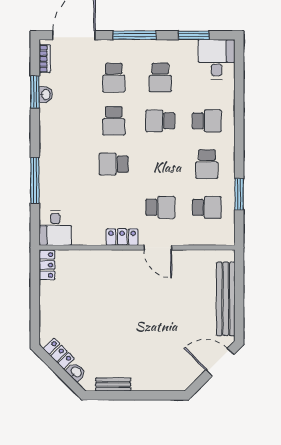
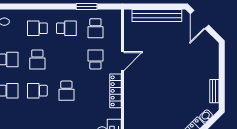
school desk: (114, 121) -> (37, 91), turned 180
school desk: (207, 121) -> (37, 28), turned -90
school desk: (207, 207) -> (95, 28), turned 180
locker: (122, 237) -> (115, 91), width x1.53

